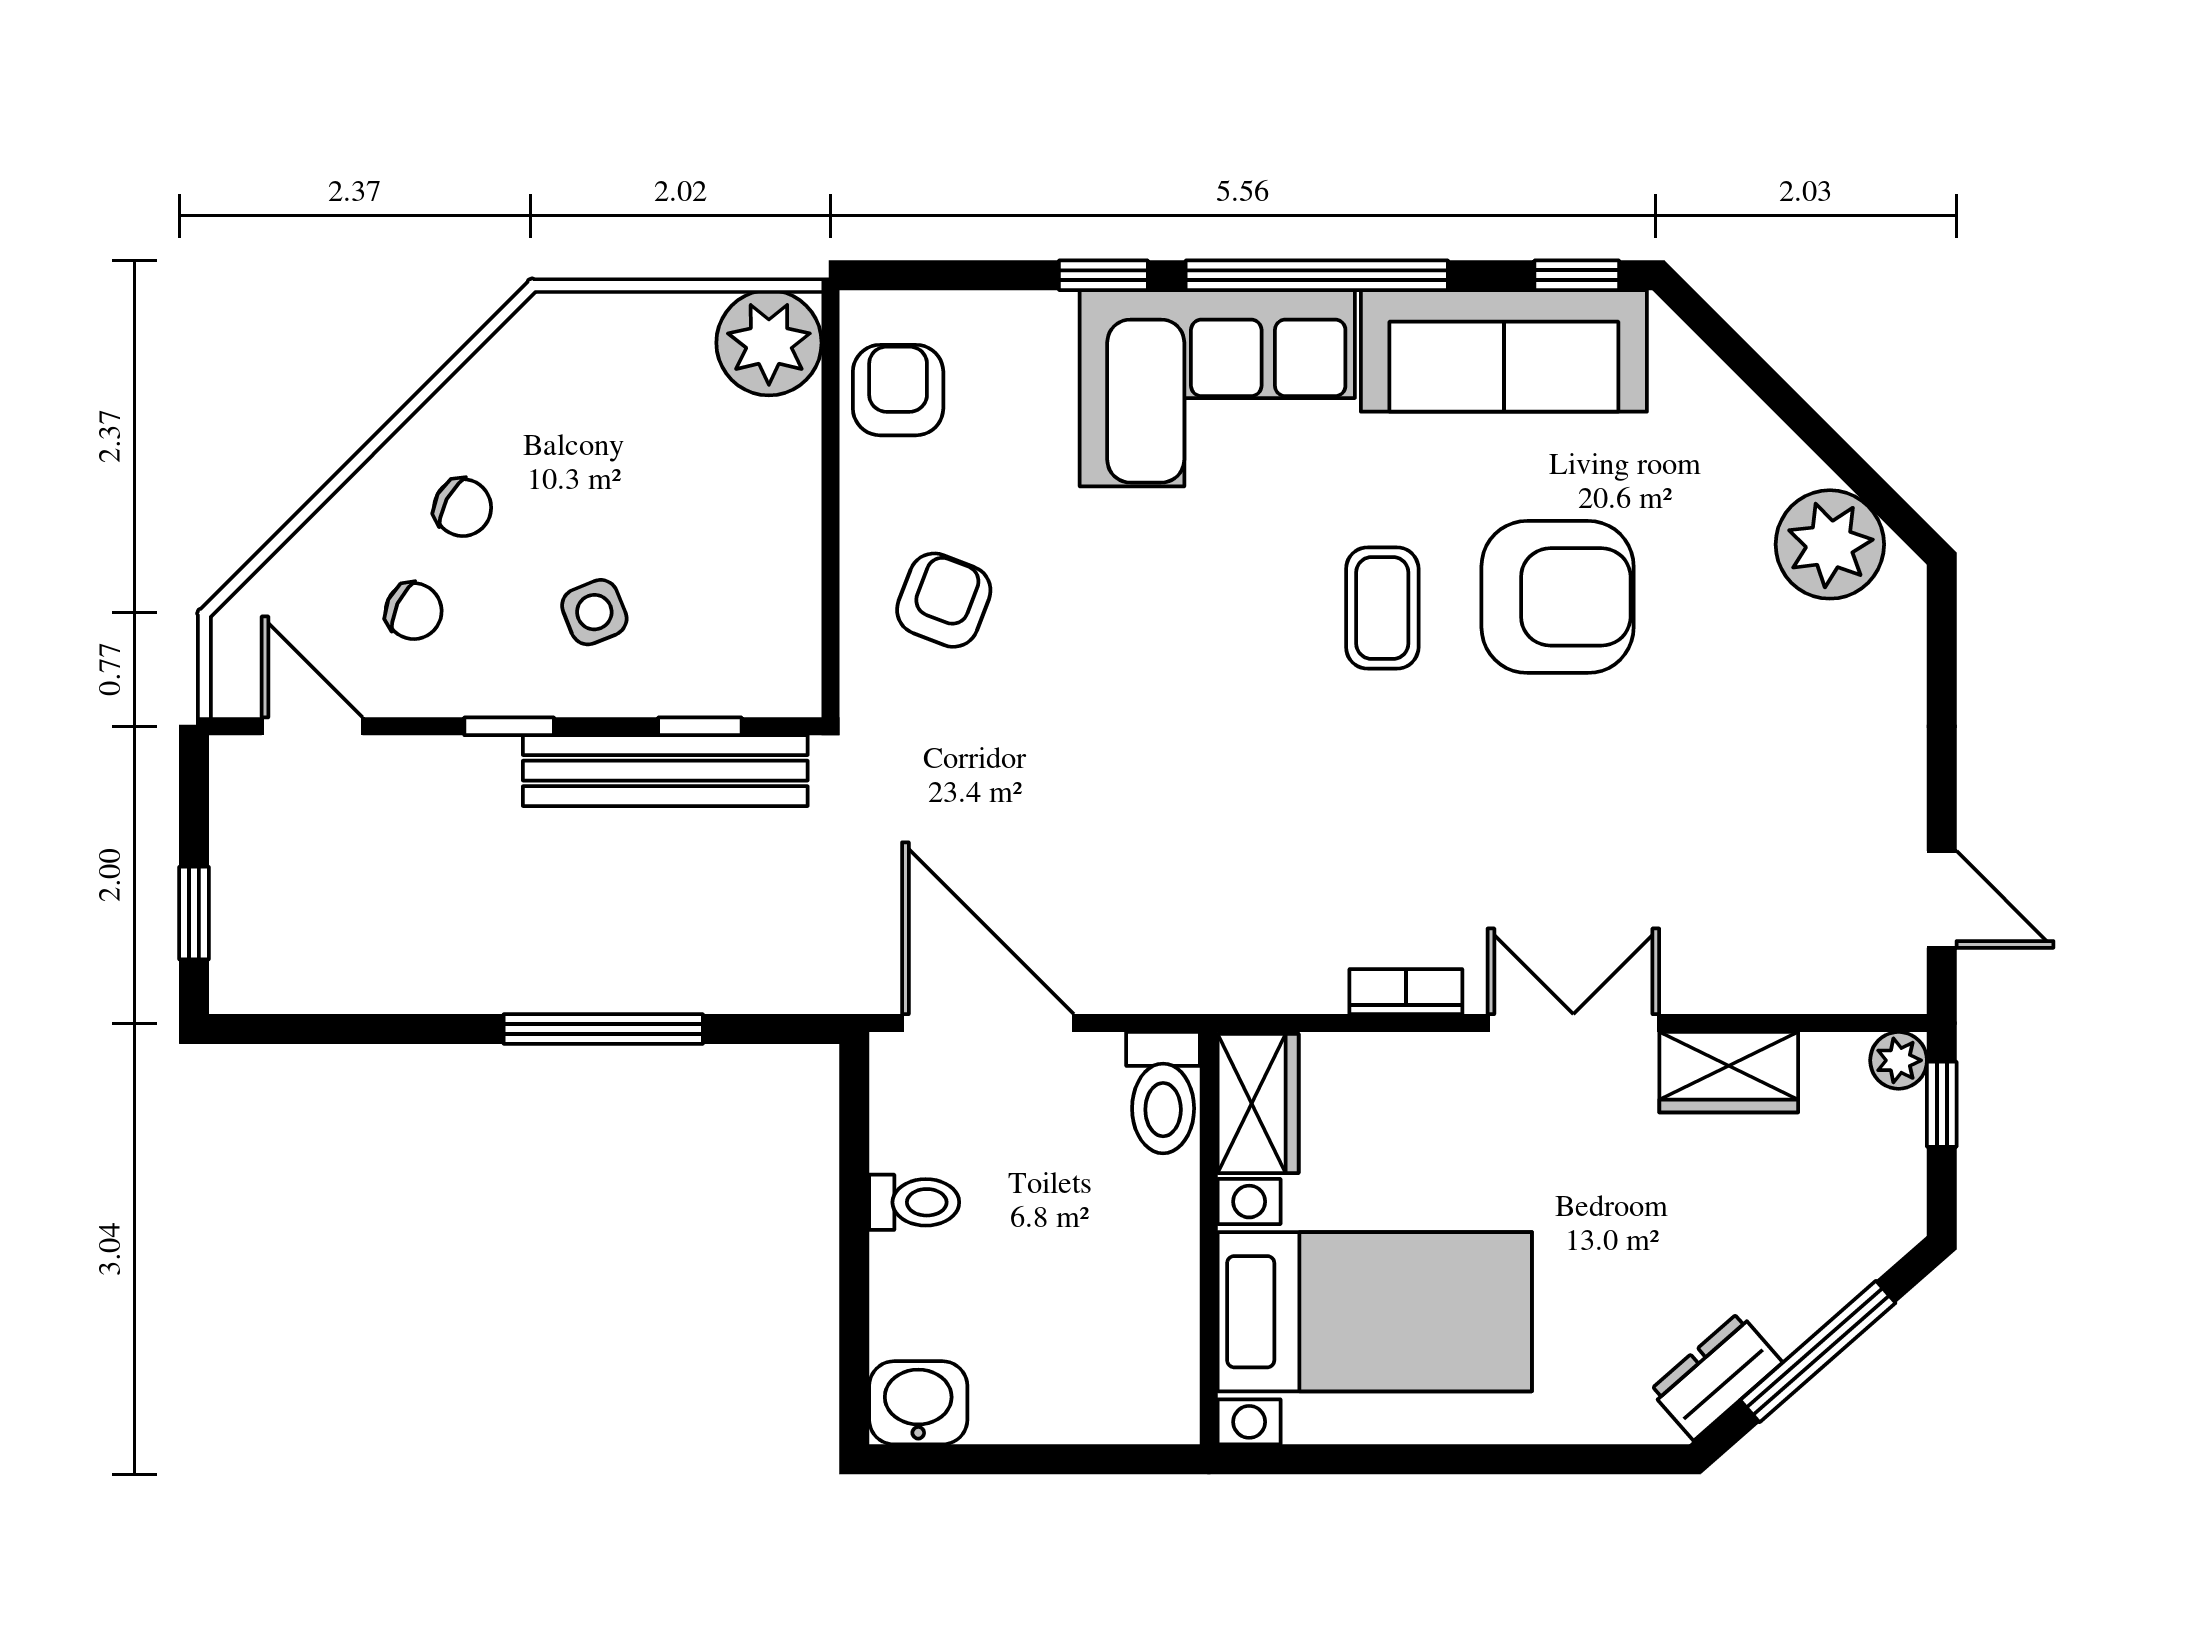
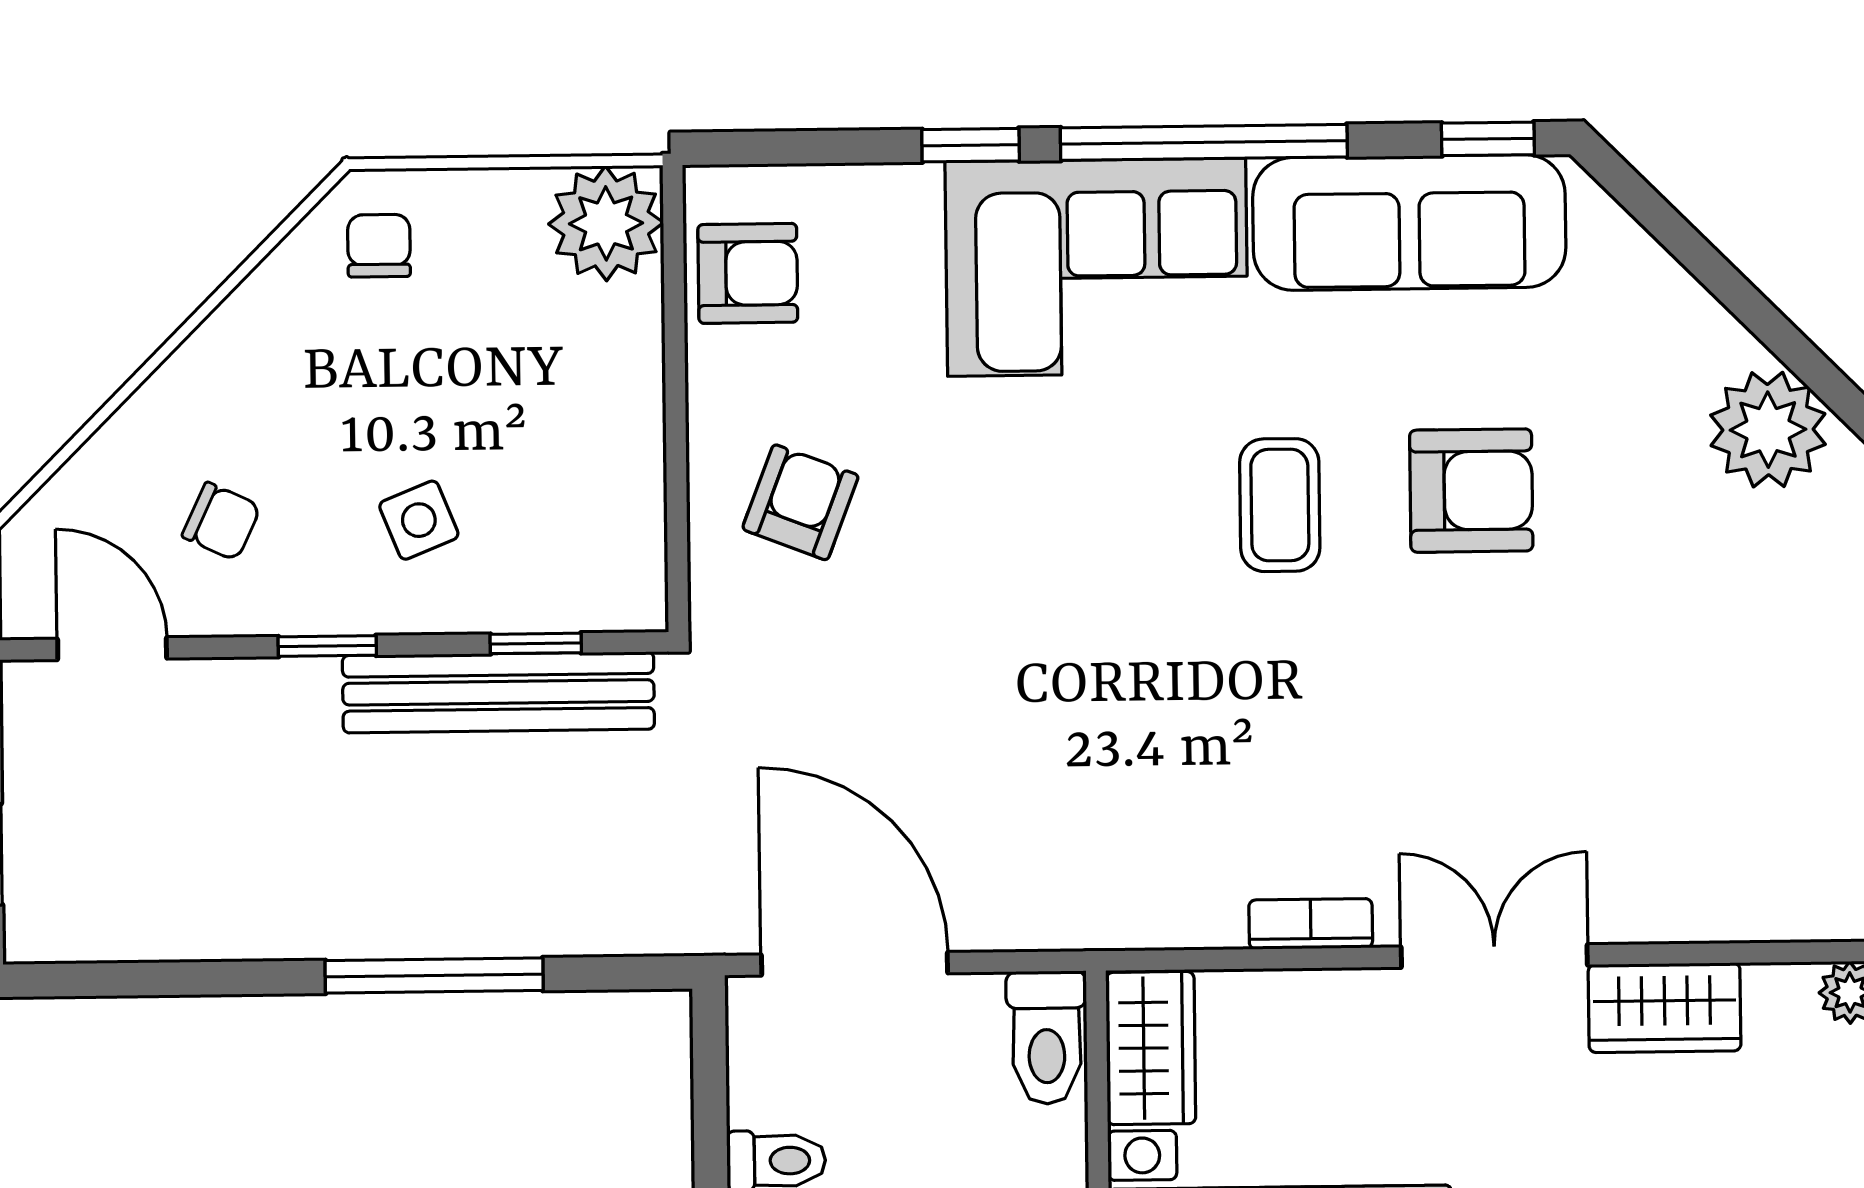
armchair: (898, 390) -> (748, 273), turned 90
chair: (463, 508) -> (379, 246), moved, turned -118
armchair: (1558, 597) -> (1471, 491), width x0.73, depth x0.73

